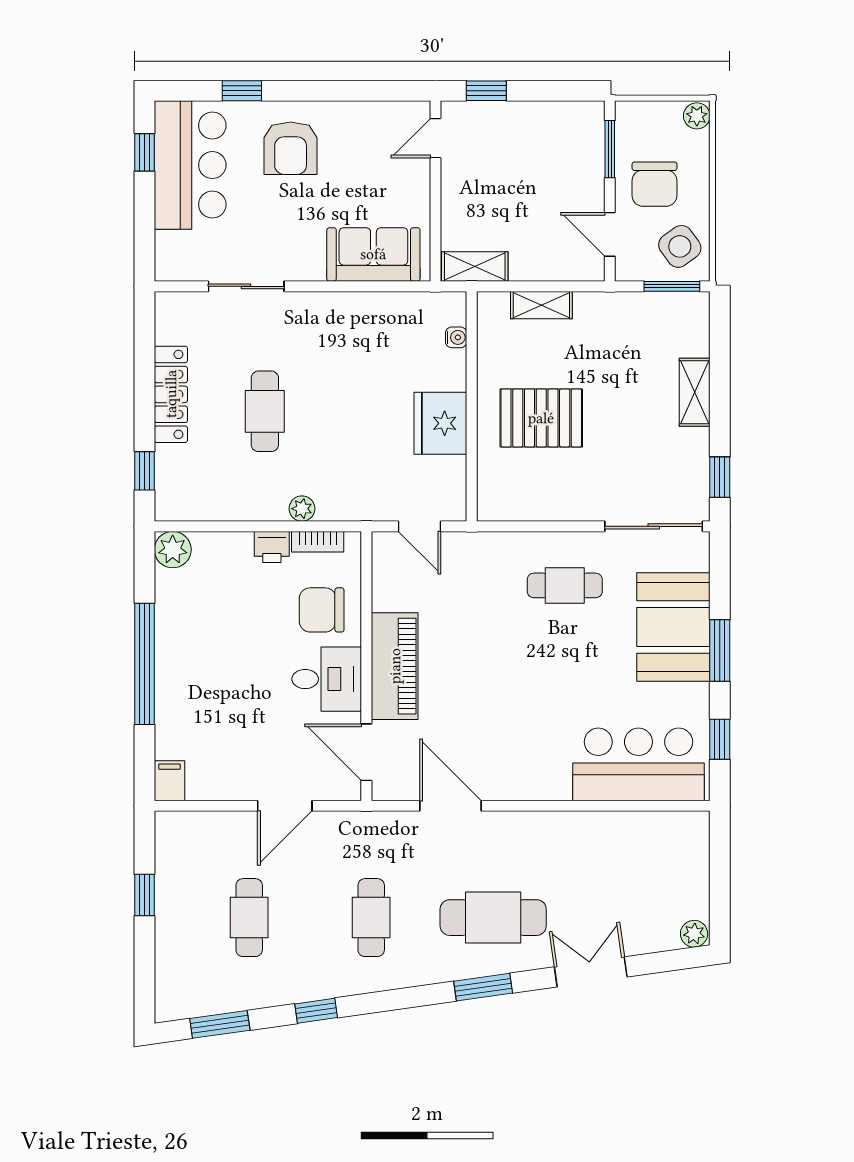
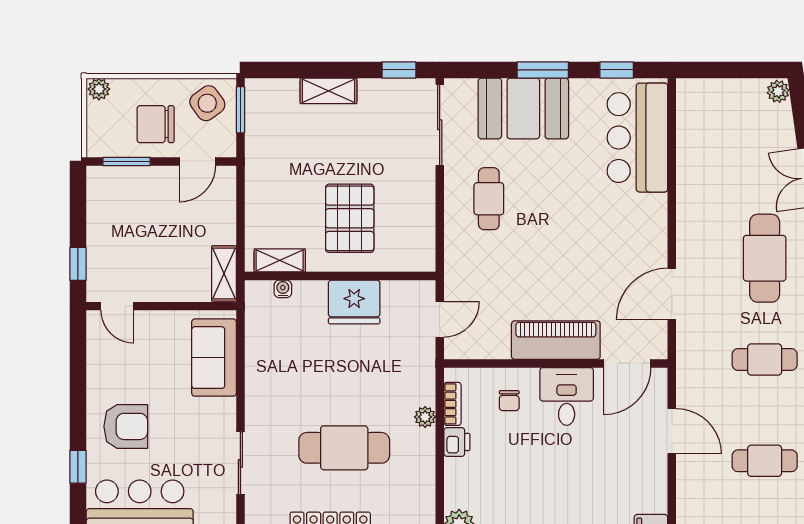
chair: (655, 184) -> (156, 124), turned 180
shelving: (541, 305) -> (280, 260), moved, turned 90
cafe table: (265, 411) -> (344, 448), width x1.37, depth x1.35
chair: (322, 610) -> (509, 401), width x0.54, depth x0.54

